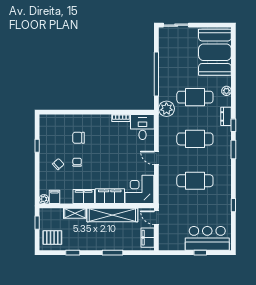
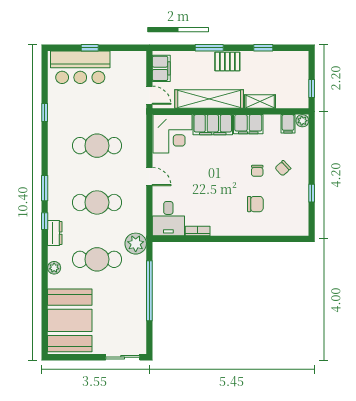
pallet: (52, 238) -> (227, 61), moved

